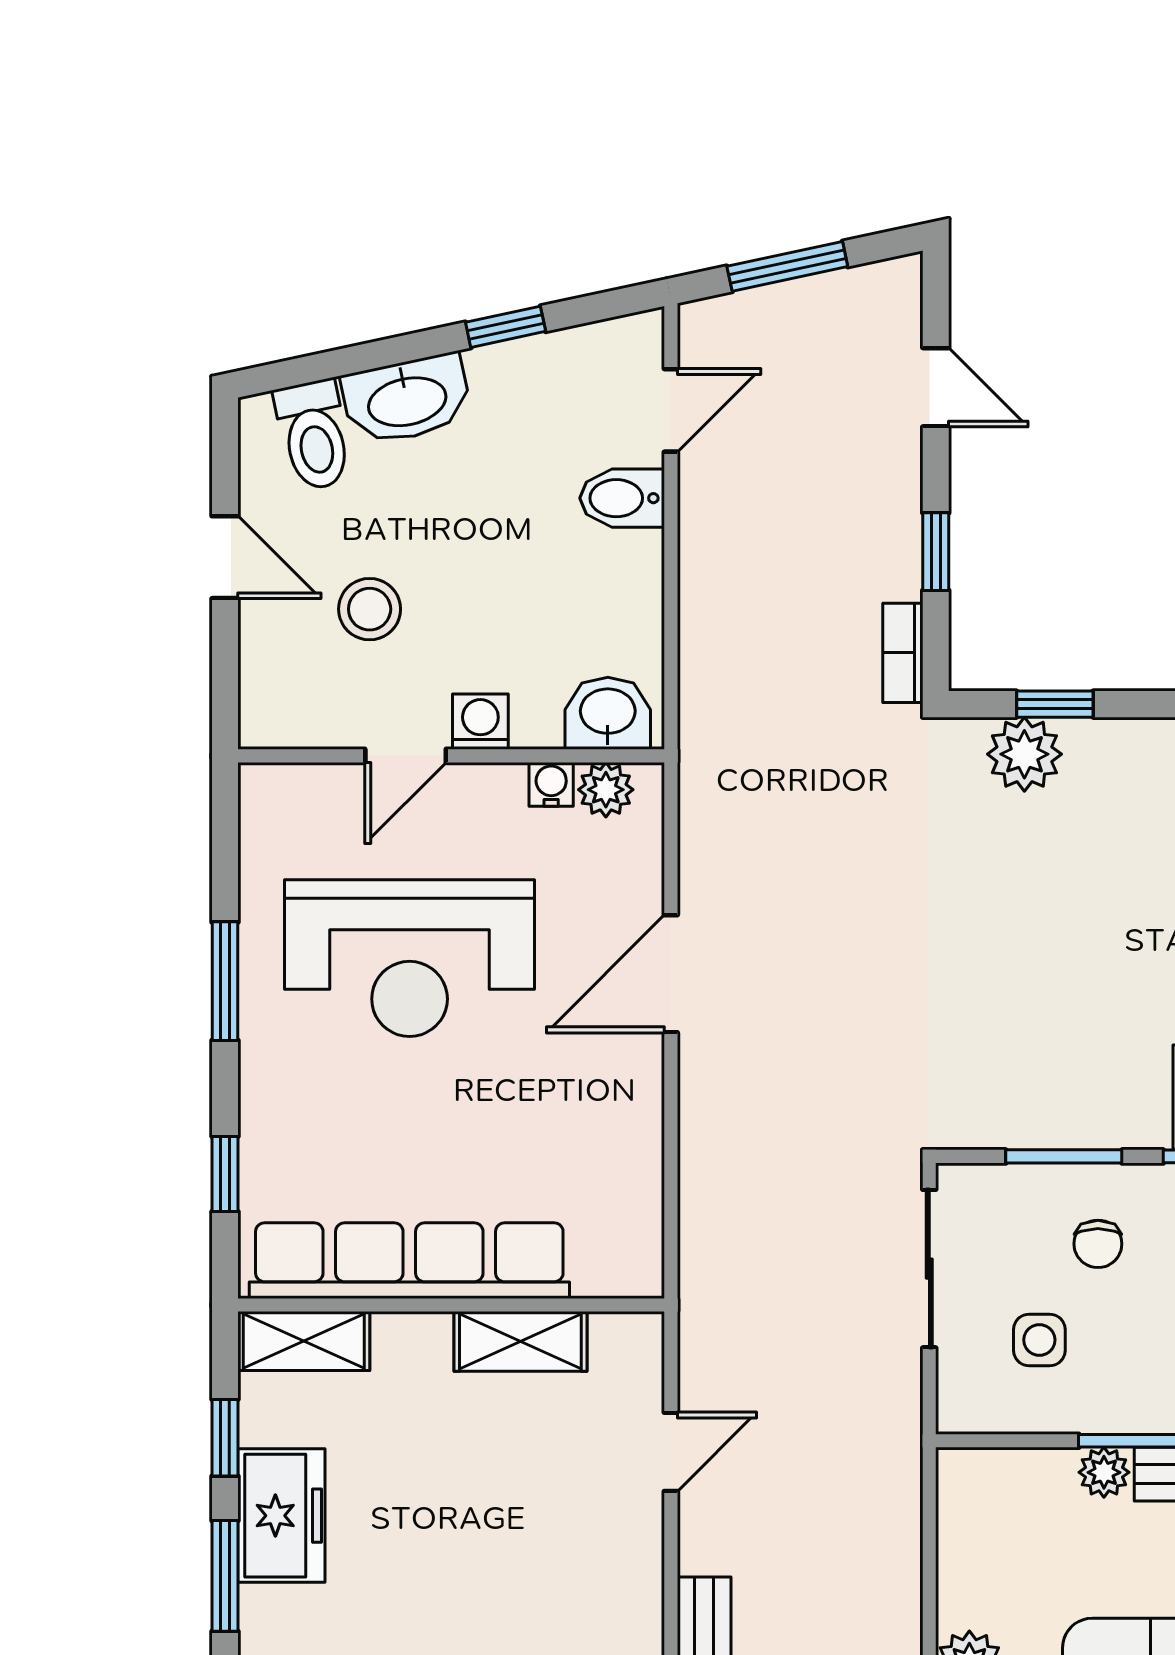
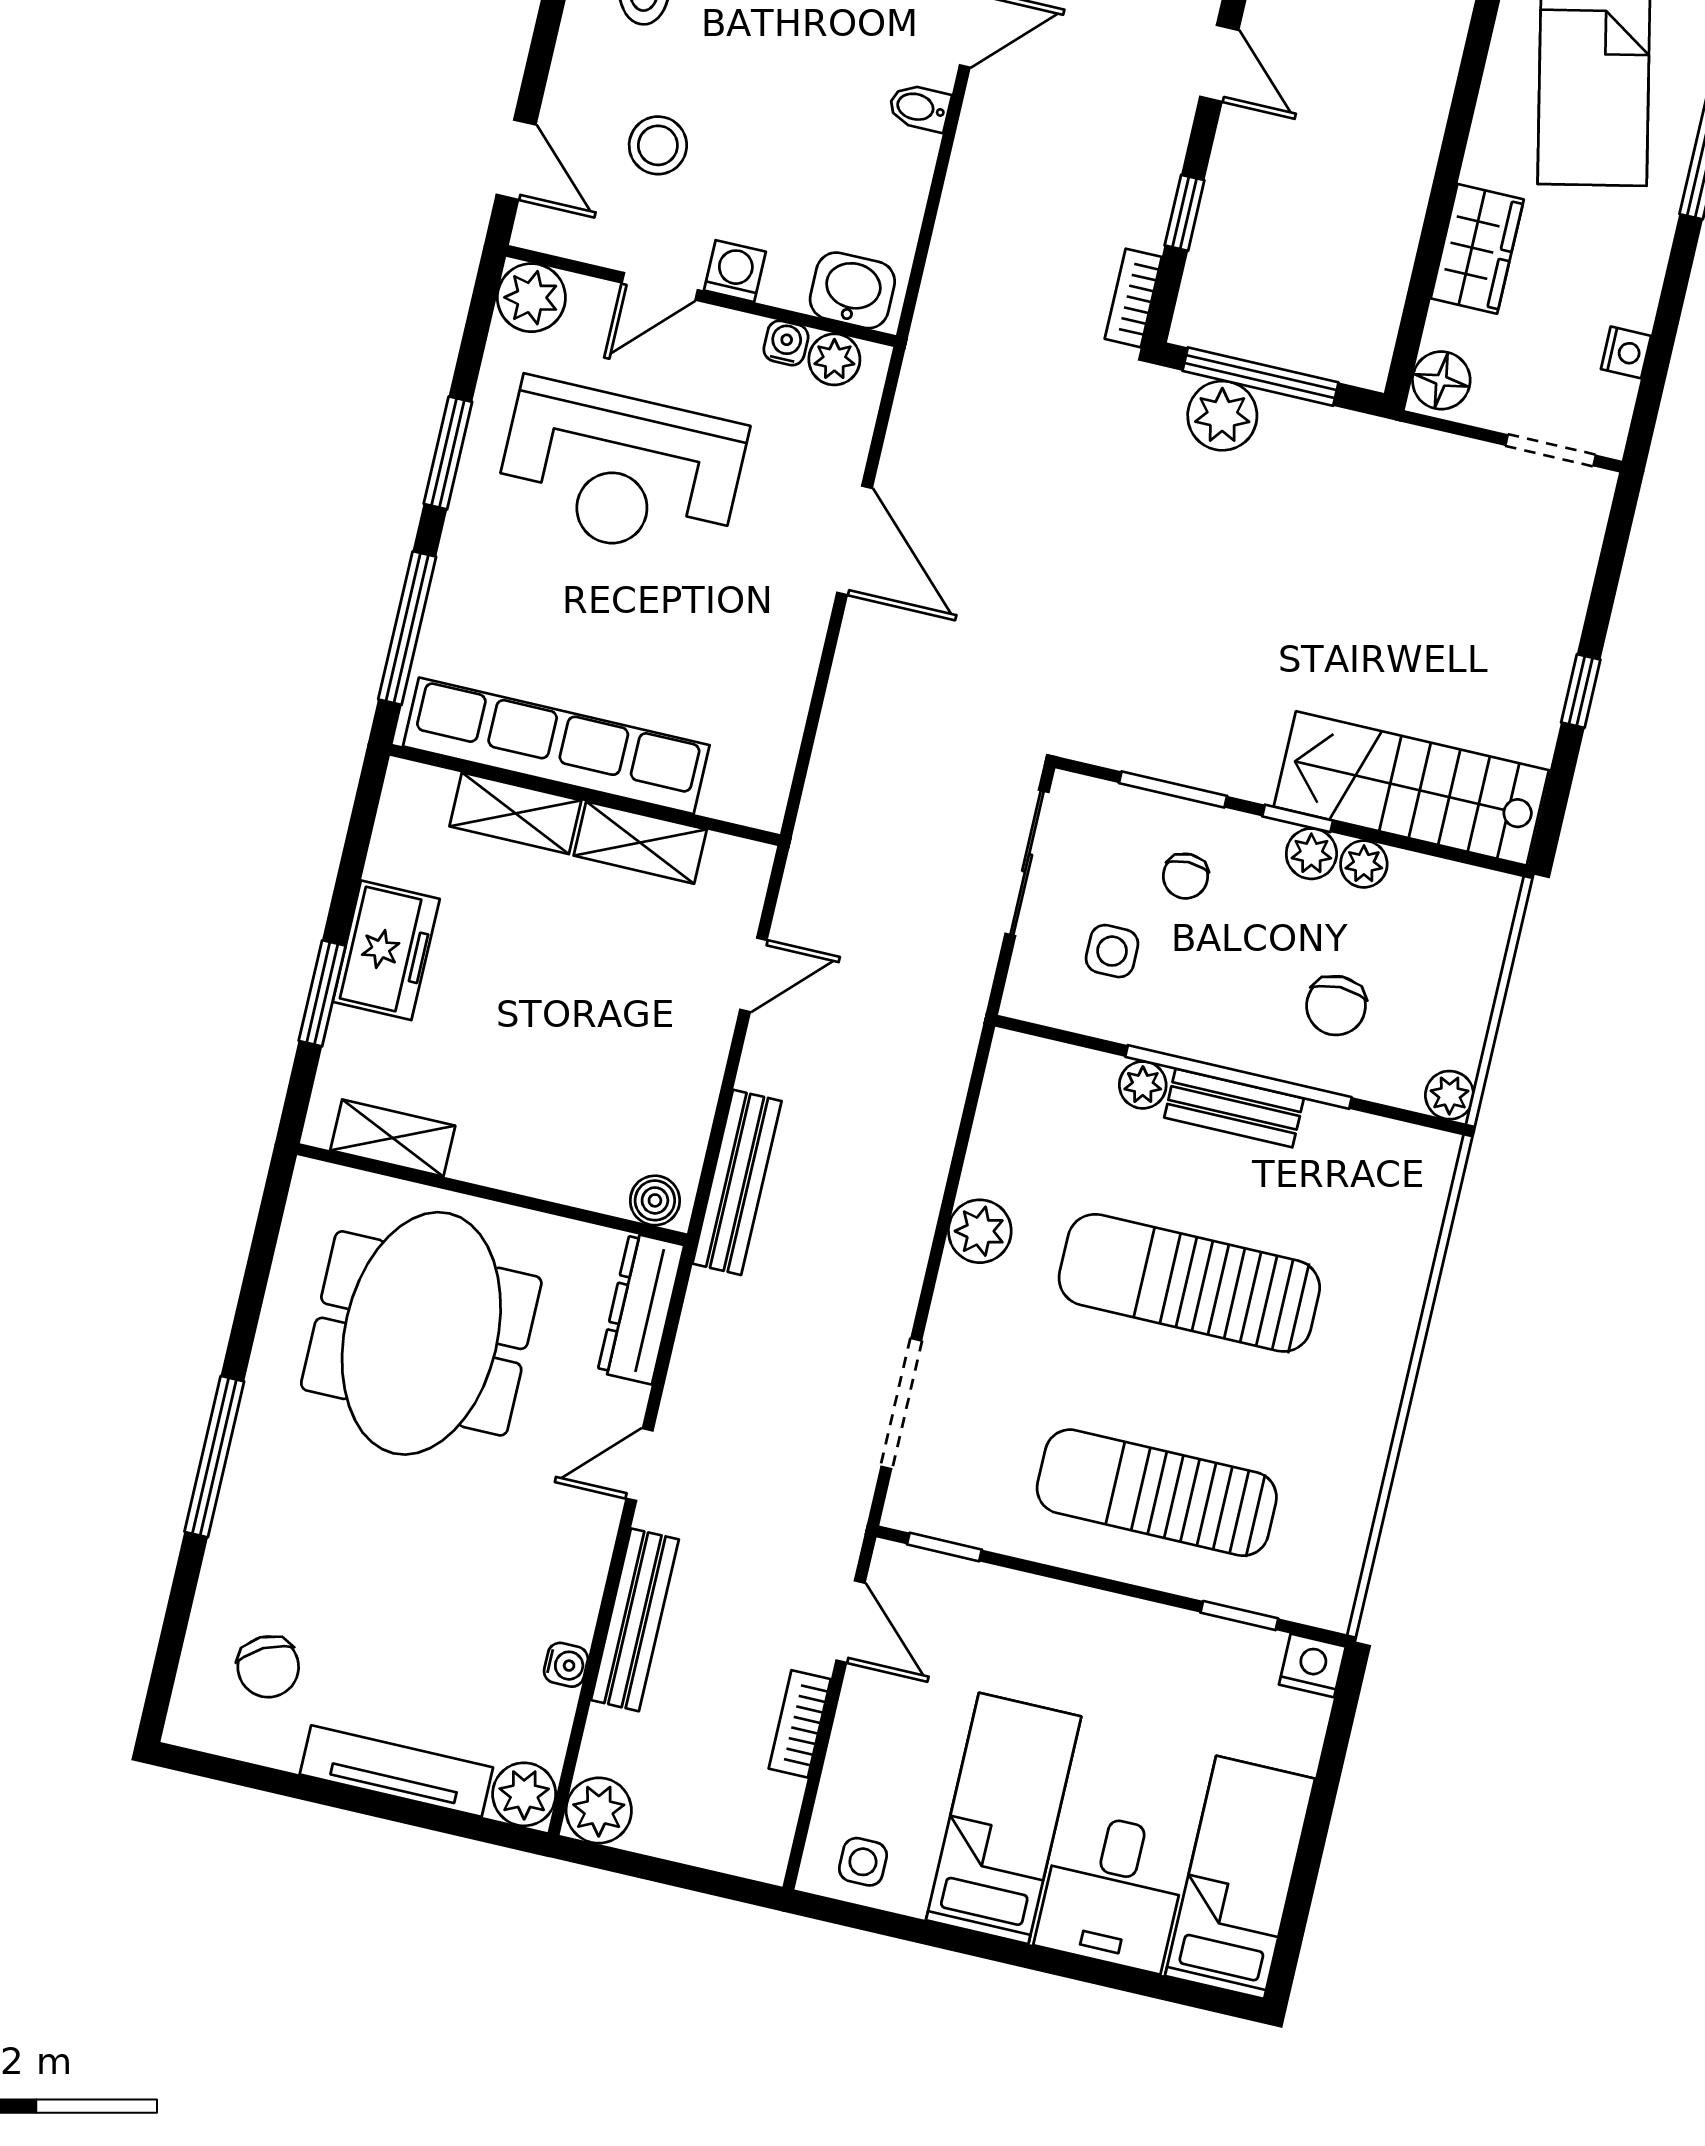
bidet: (622, 498) -> (919, 108), width x0.72, depth x0.74
door: (225, 557) -> (516, 160), moved
window: (1055, 704) -> (1260, 377), width x2.17
plant: (274, 799) -> (531, 298), added
door: (671, 974) -> (855, 540), swing flipped
window: (225, 1174) -> (407, 628), width x2.17
shelving: (304, 1341) -> (515, 813), moved
window: (225, 1438) -> (351, 868), removed

